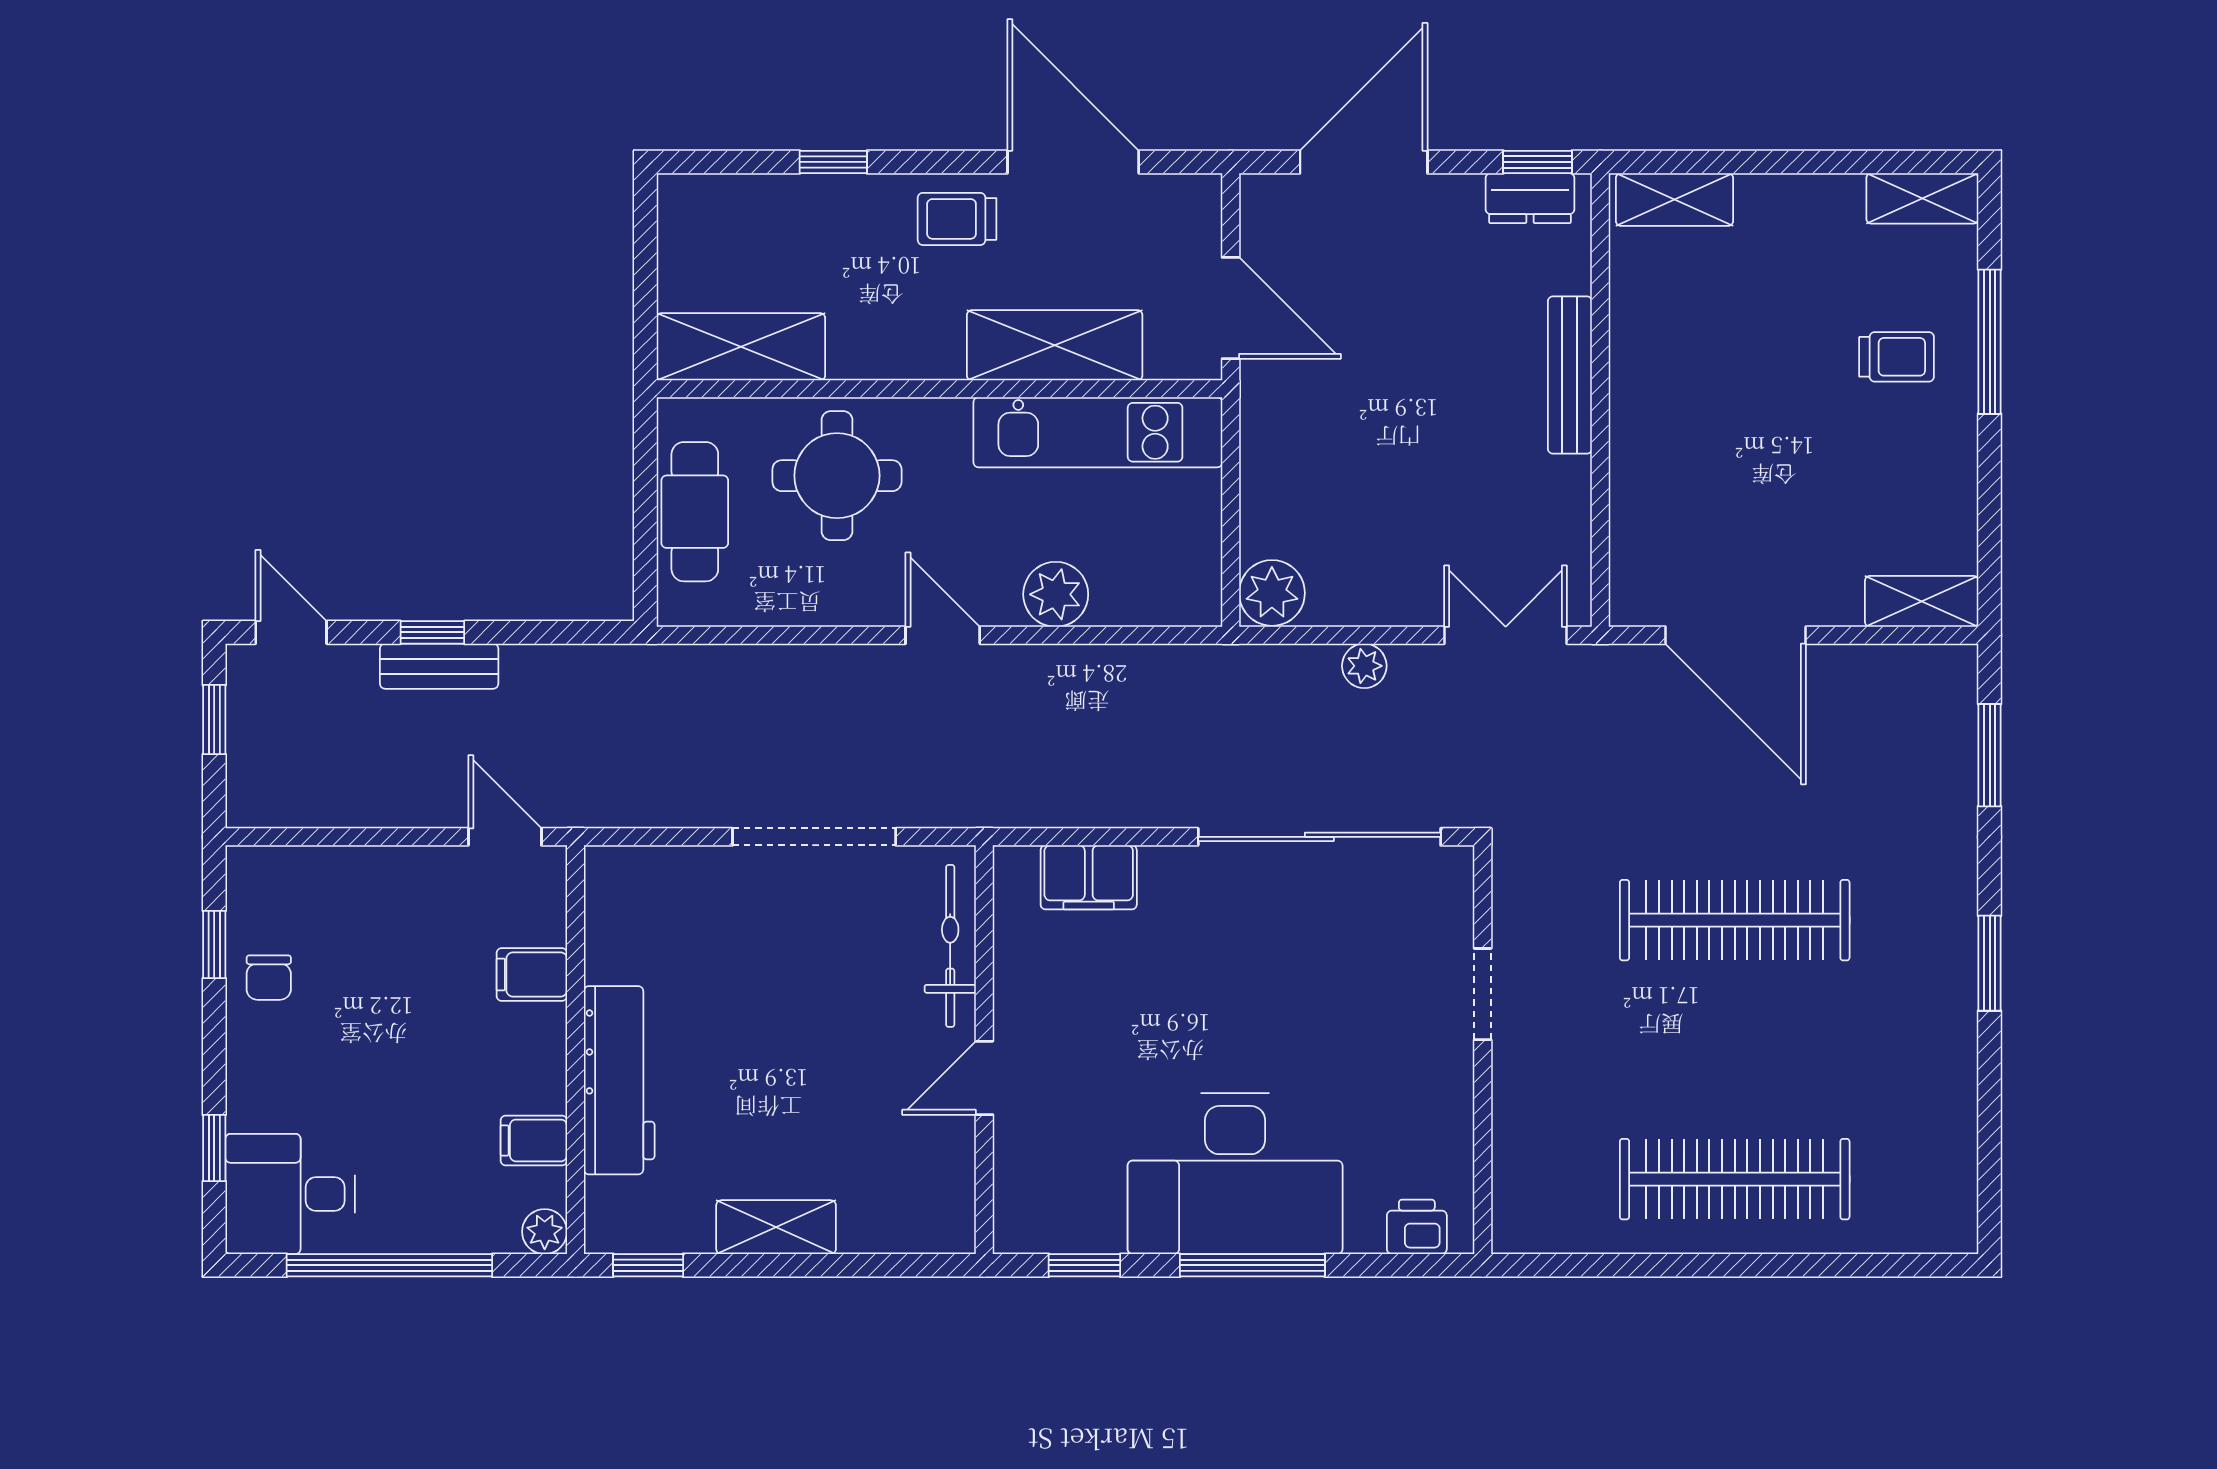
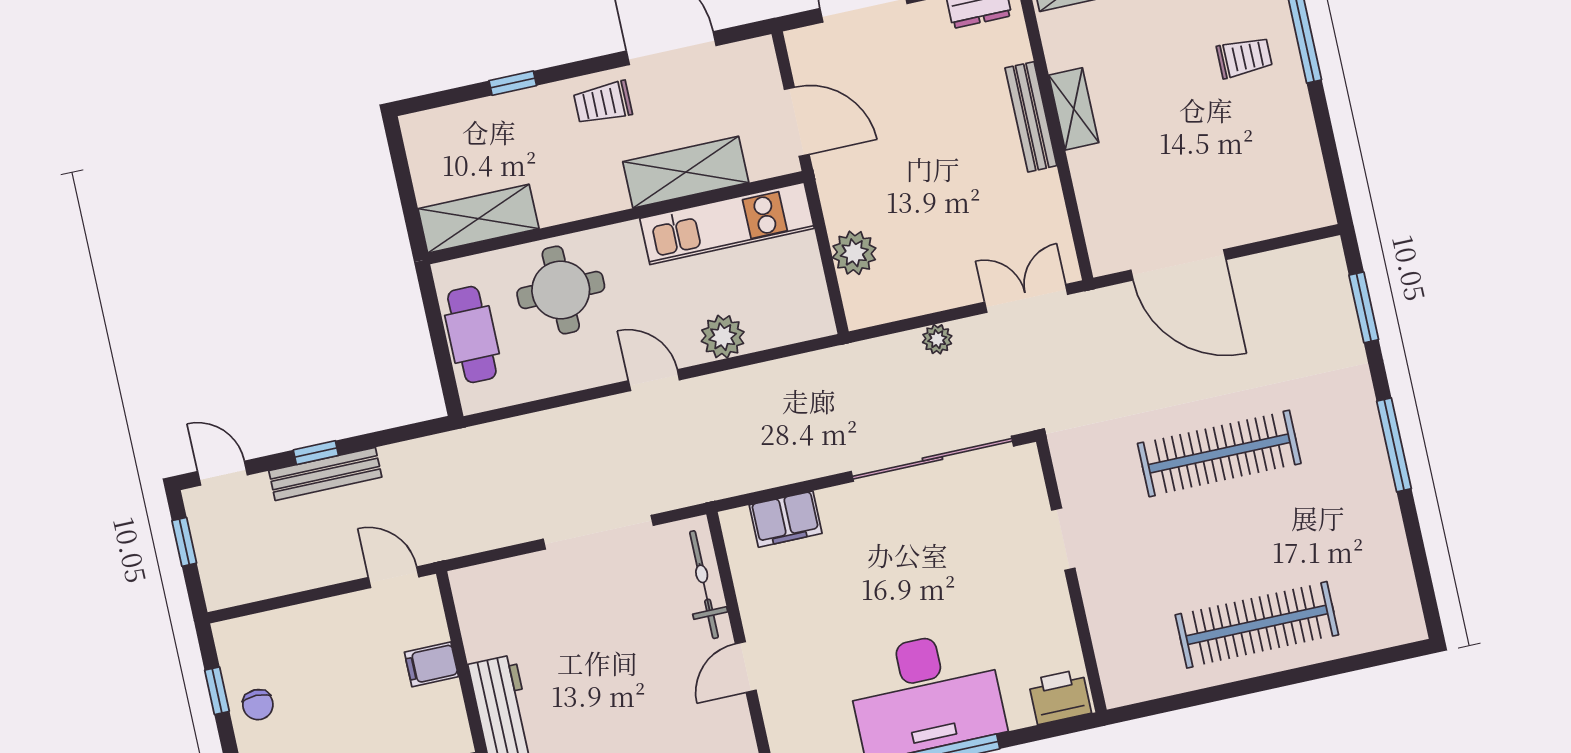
plant: (1272, 593) -> (854, 253), moved
shelving: (1922, 601) -> (1074, 109), moved, turned 90
bench: (439, 666) -> (325, 474), width x1.36
window: (1990, 963) -> (1394, 445), width x1.44
printer: (1417, 1227) -> (1060, 697), width x1.36, depth x1.24

